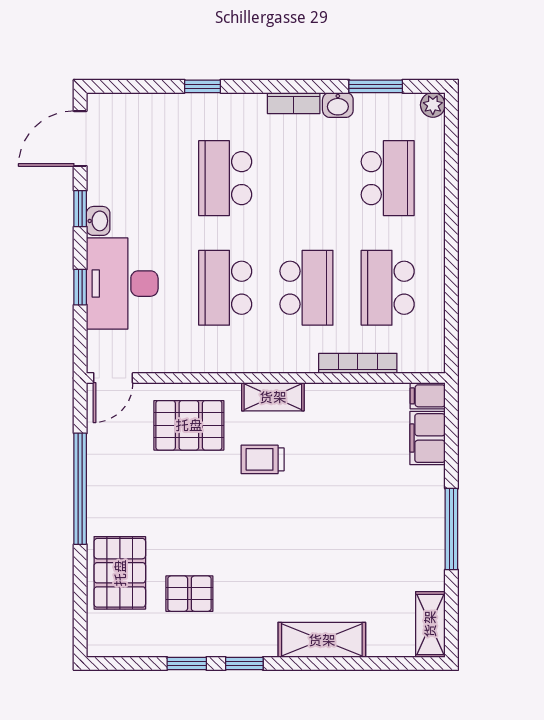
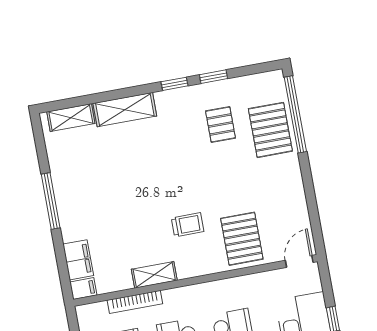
shelving: (273, 397) -> (154, 275), moved
pallet: (189, 425) -> (242, 239), turned 90
window: (80, 489) -> (295, 114), moved
pallet: (189, 594) -> (220, 124), turned 90
shelving: (430, 624) -> (71, 118), moved, turned 90

